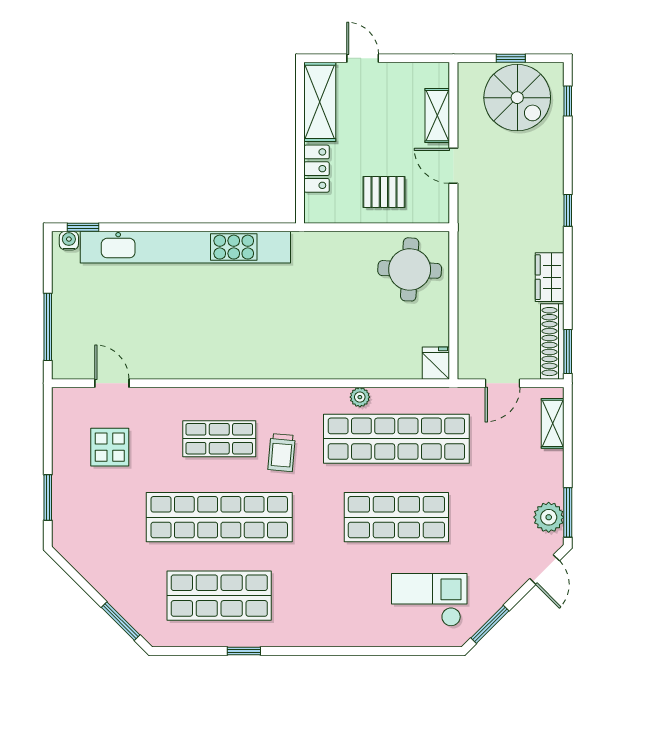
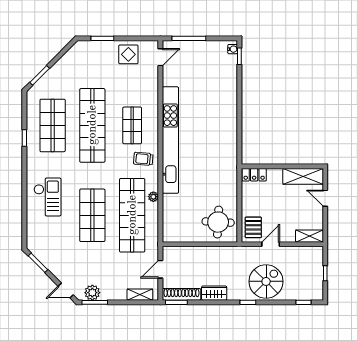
door: (363, 58) -> (325, 198), swing flipped
spiral stairs: (517, 98) -> (266, 281), moved, turned 180
shelving: (437, 116) -> (309, 236), moved
locker: (317, 169) -> (254, 175), moved
pallet: (384, 192) -> (253, 227), moved
kitchen unit: (185, 247) -> (170, 140), moved, turned 180
fridge: (436, 363) -> (171, 235), removed
door: (112, 383) -> (160, 57), moved
door: (503, 383) -> (160, 269), hinge flipped
display table: (110, 447) -> (128, 54), moved
trolley: (282, 453) -> (143, 159), moved
checkout: (429, 600) -> (47, 197), moved

